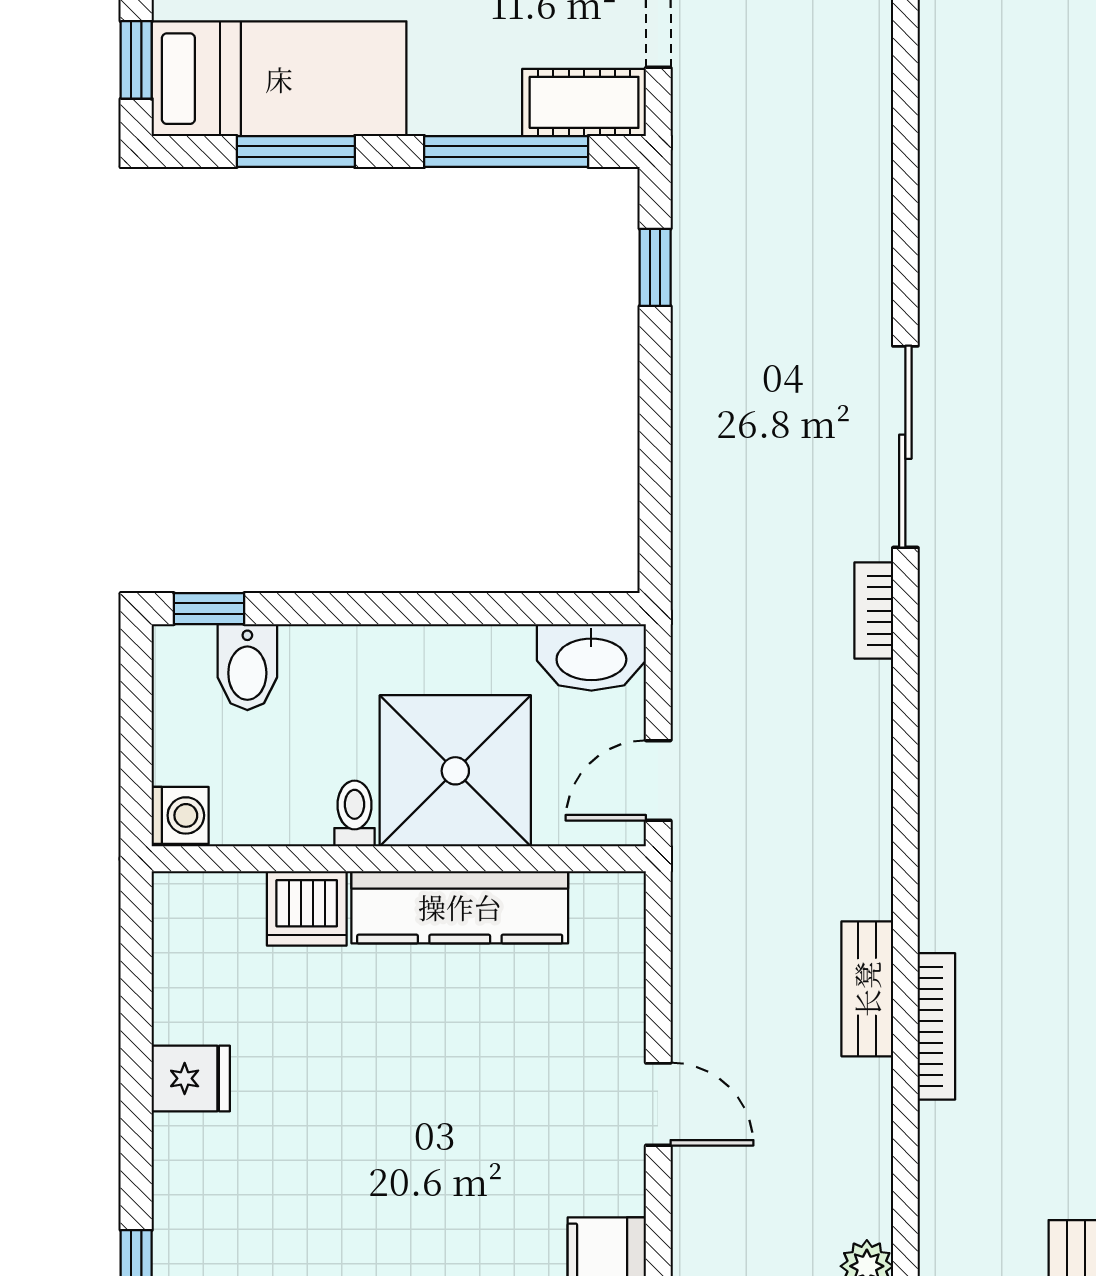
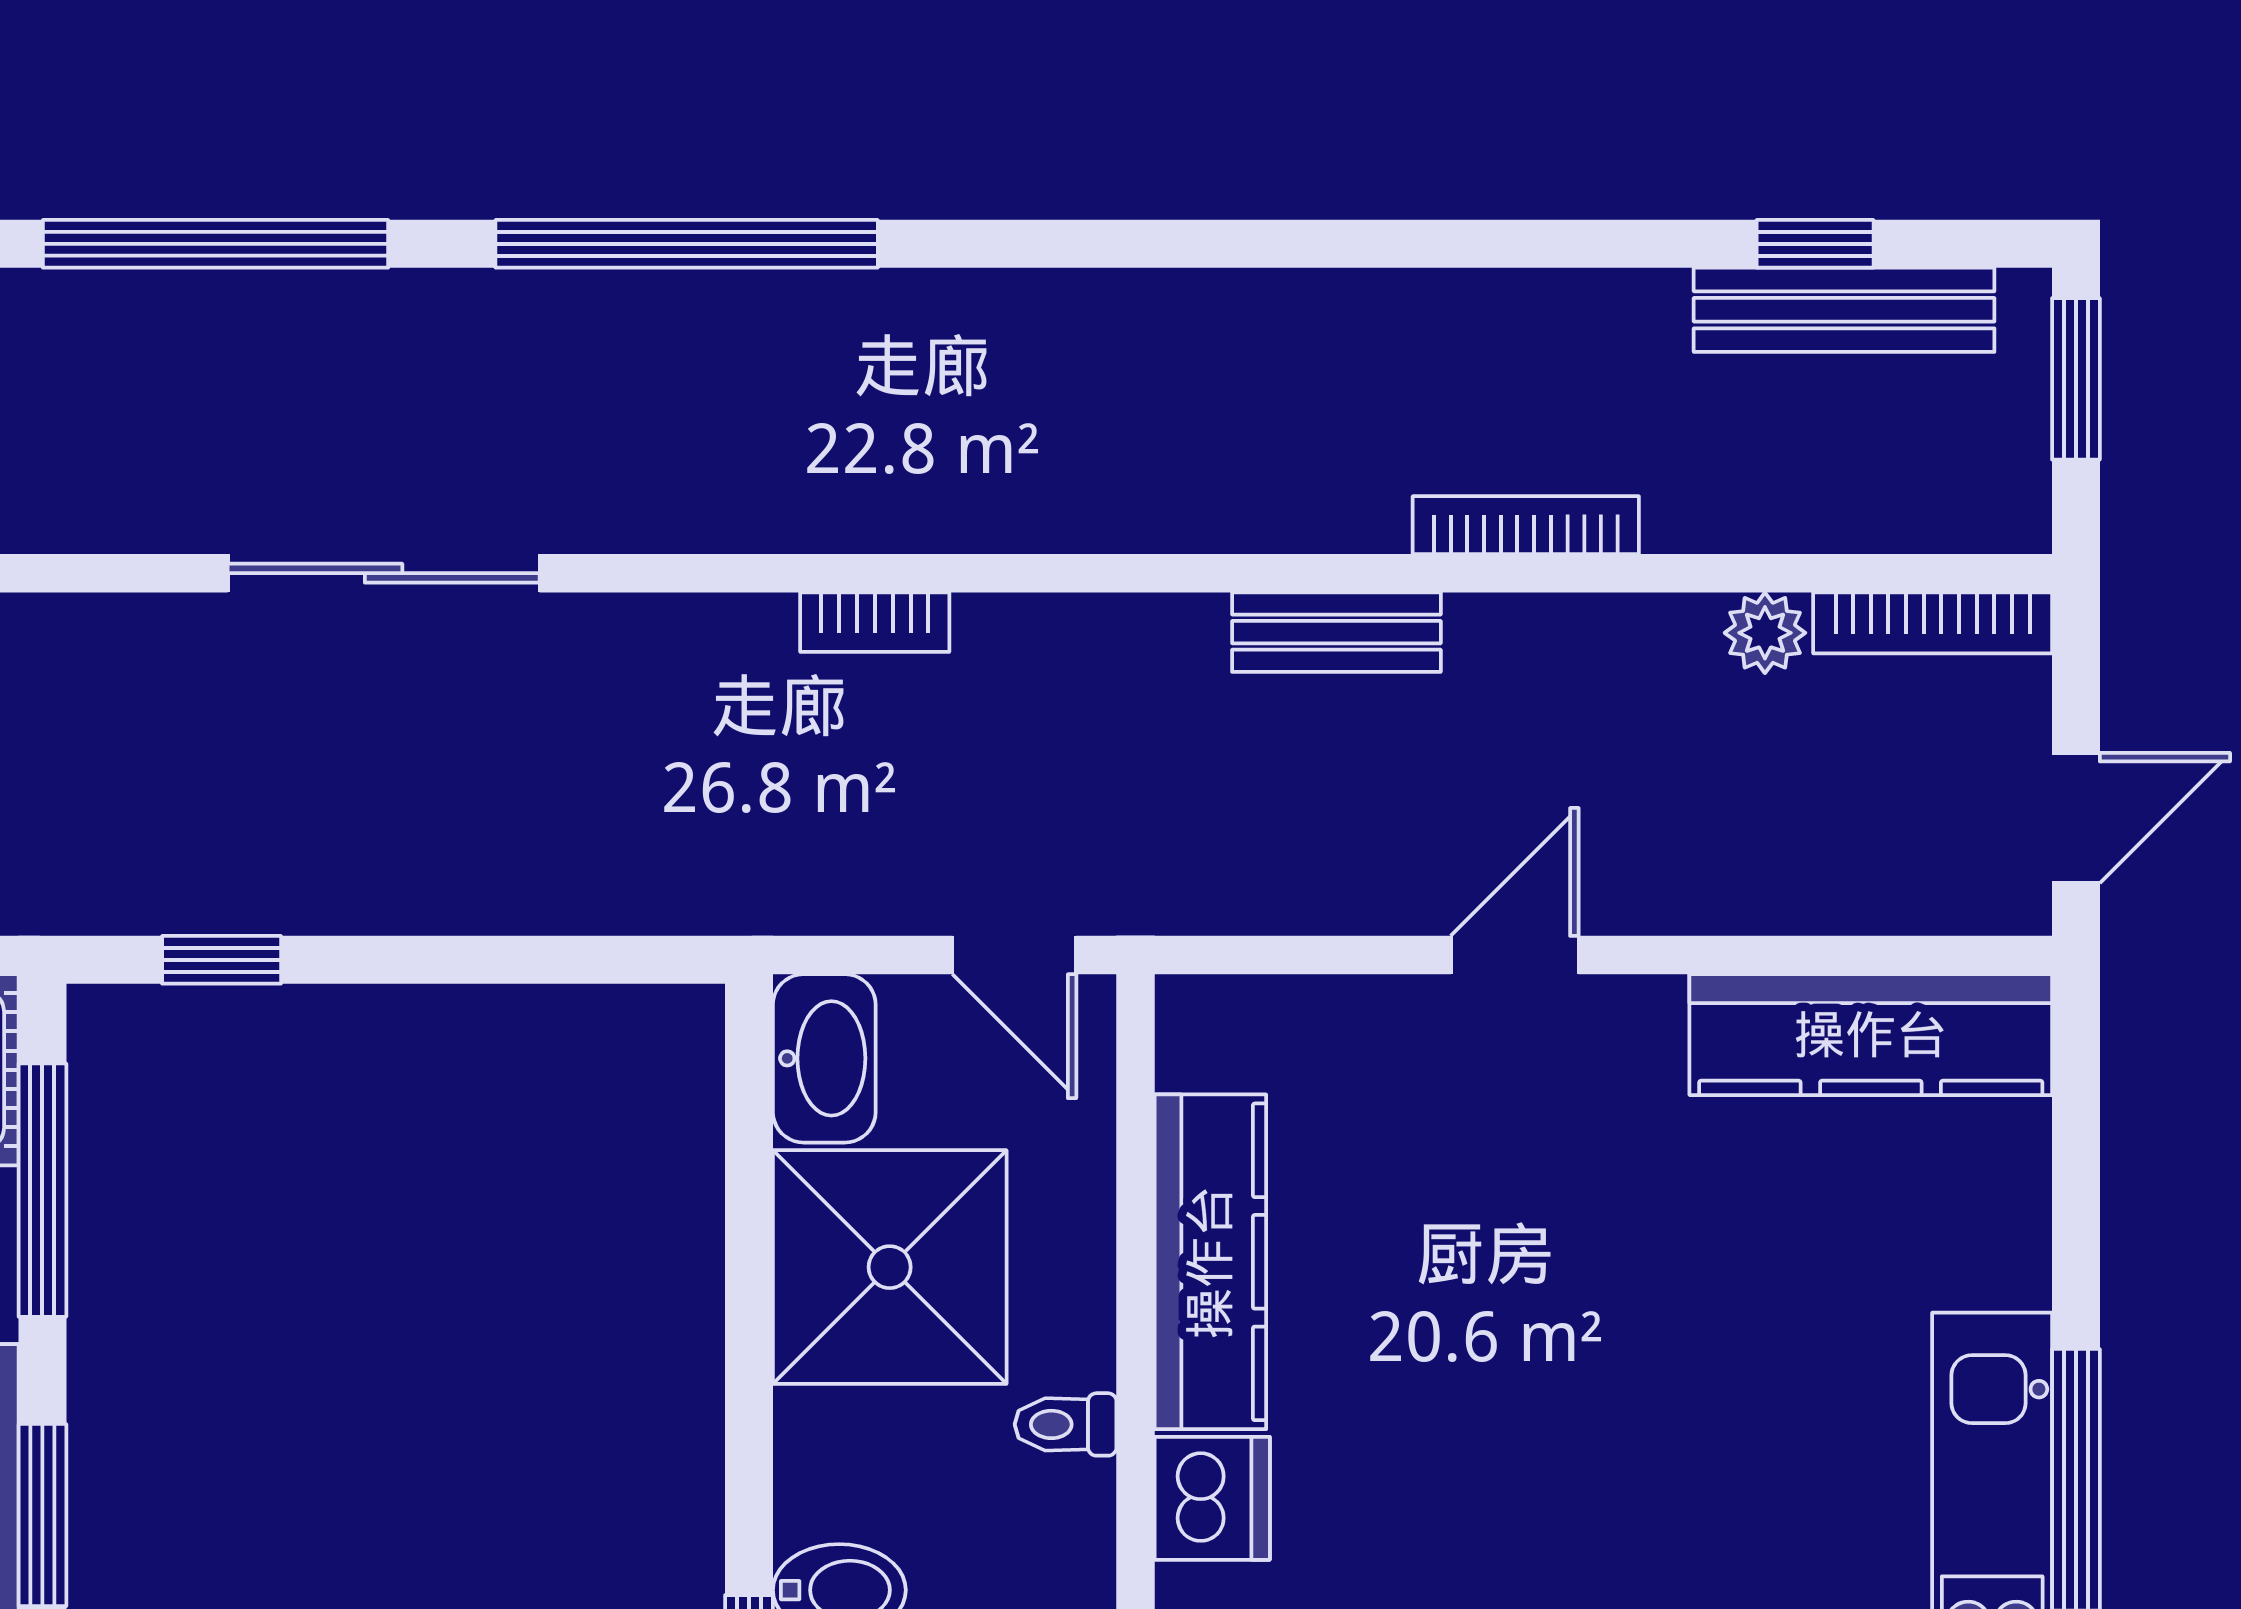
sliding door: (905, 447) -> (384, 573), moved
bookcase: (874, 611) -> (875, 622), moved
shower: (455, 771) -> (890, 1267), moved
bookcase: (936, 1026) -> (1526, 525), moved

